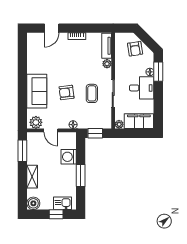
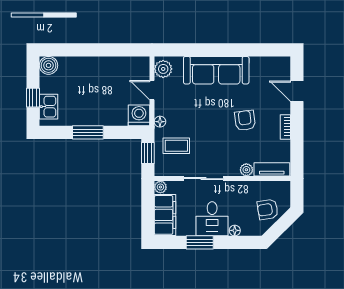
window: (158, 72) -> (200, 242), moved
sofa: (37, 91) -> (216, 70), width x1.36
armchair: (66, 92) -> (245, 120), moved
coffee table: (92, 93) -> (176, 146), moved
door: (51, 130) -> (152, 90), hinge flipped
window: (22, 151) -> (123, 50), removed
washing machine: (69, 157) -> (139, 115), moved
shelving: (32, 177) -> (86, 64), removed

